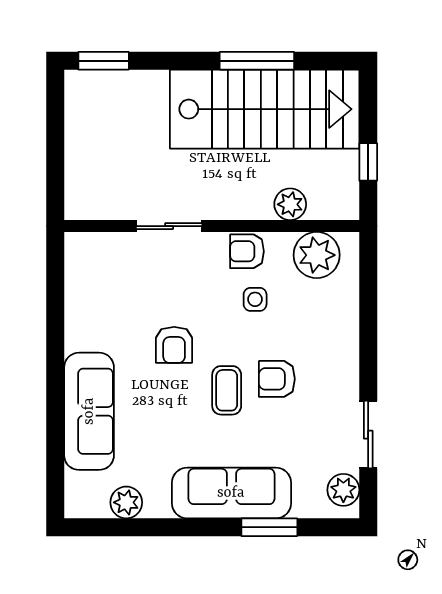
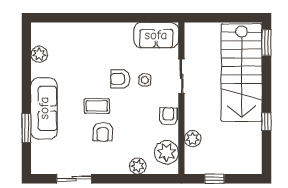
window: (257, 61) -> (266, 122), width x0.46
stairs: (265, 109) -> (242, 73), moved
side table: (255, 299) -> (145, 80), moved
armchair: (277, 379) -> (103, 132), turned 180
sofa: (89, 411) -> (156, 35), moved, width x0.73
plant: (343, 490) -> (138, 166), moved

